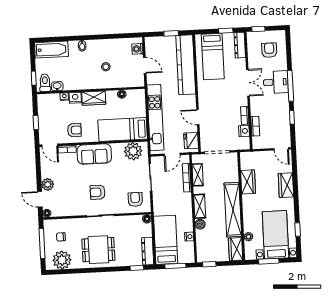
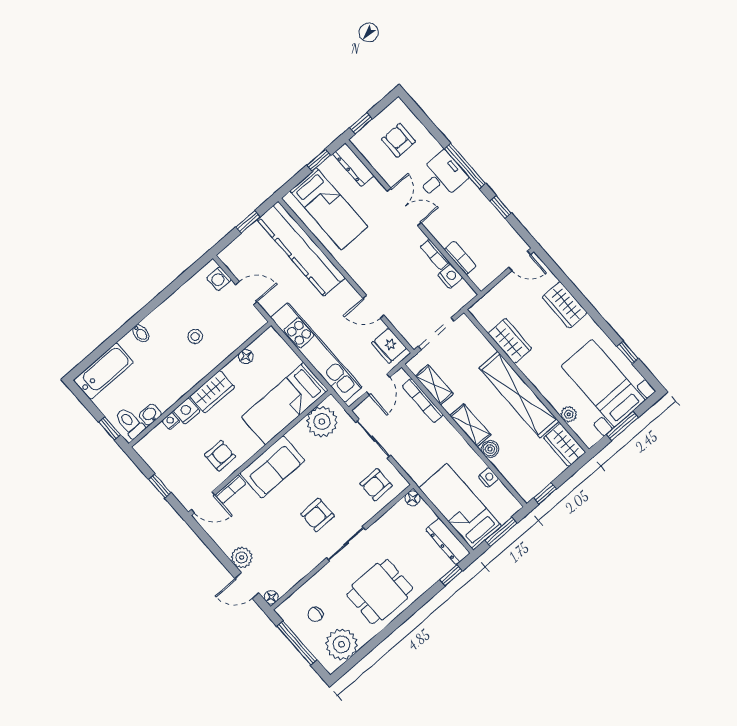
armchair: (135, 199) -> (376, 485), turned -90

